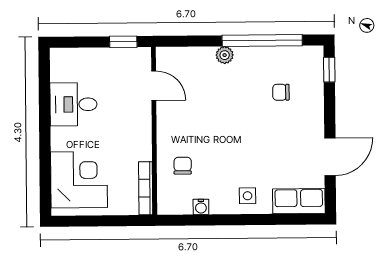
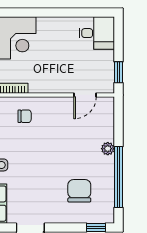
chair: (281, 92) -> (79, 191), width x1.87, depth x1.87
desk: (73, 104) -> (97, 33), moved, turned 90

